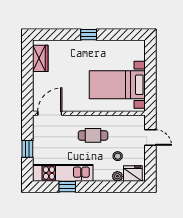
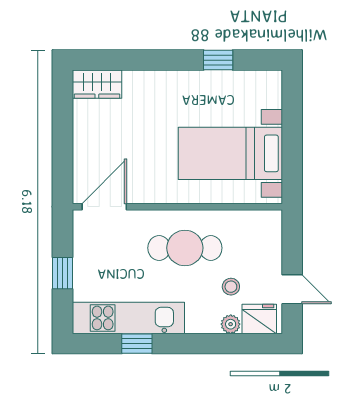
window: (89, 35) -> (218, 60), moved
wardrobe: (40, 58) -> (97, 84), moved, turned 90
cafe table: (93, 135) -> (185, 248), width x1.37, depth x1.35
door: (150, 138) -> (292, 289), moved

